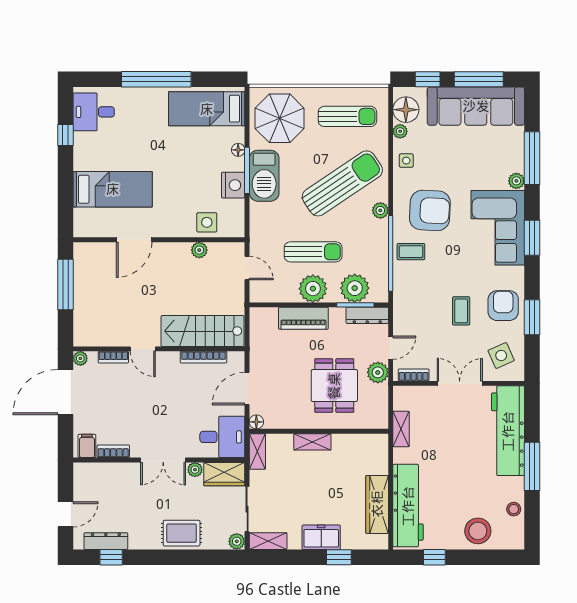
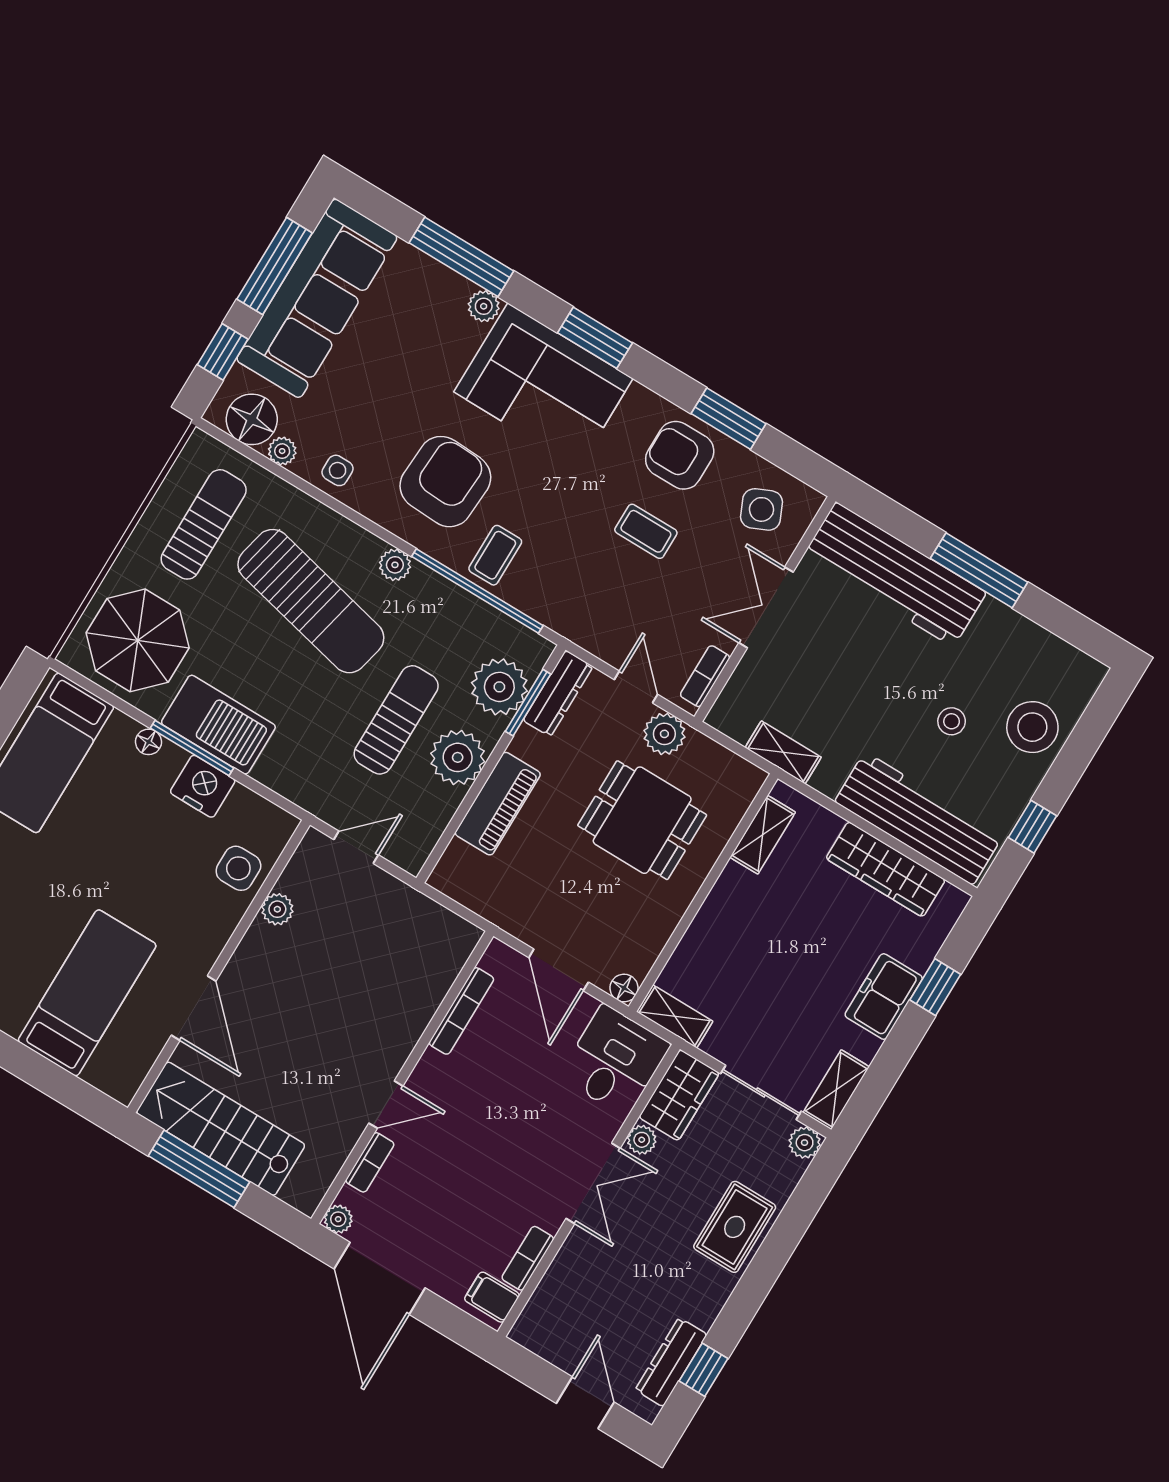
sun lounger: (342, 183) -> (311, 601), turned 137
stairs: (203, 331) -> (221, 1129), moved, turned 90
shelving: (312, 442) -> (763, 835), moved
stool: (514, 509) -> (952, 721), moved

